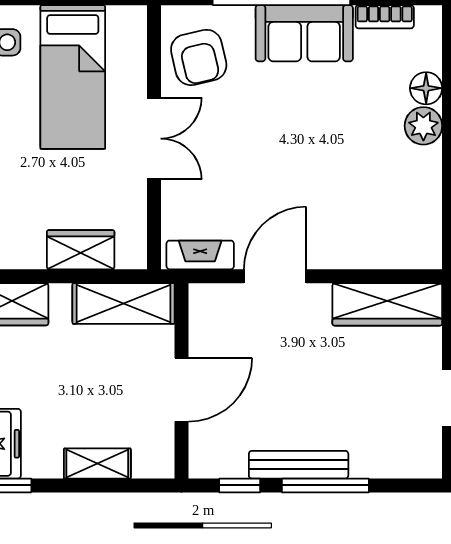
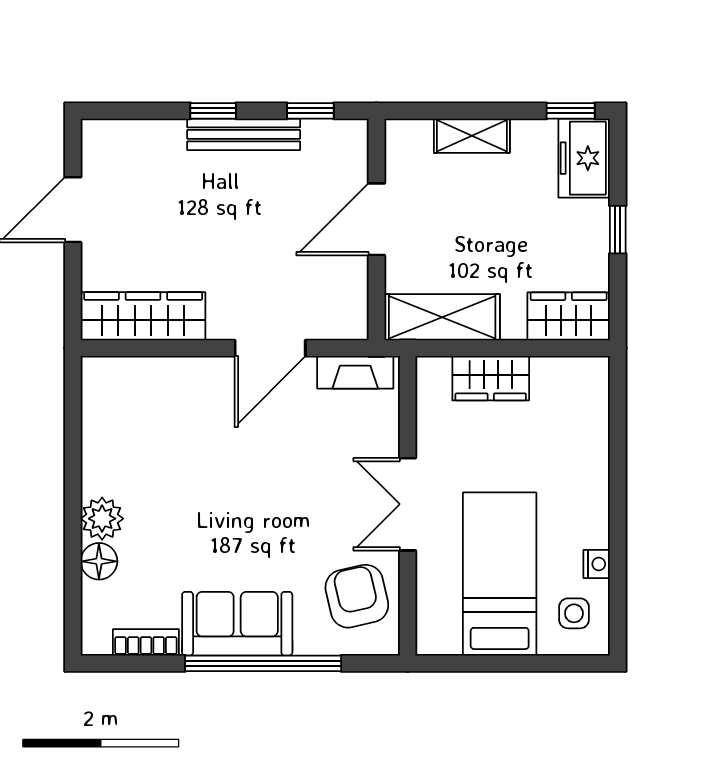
window: (325, 485) -> (213, 111), width x0.46

